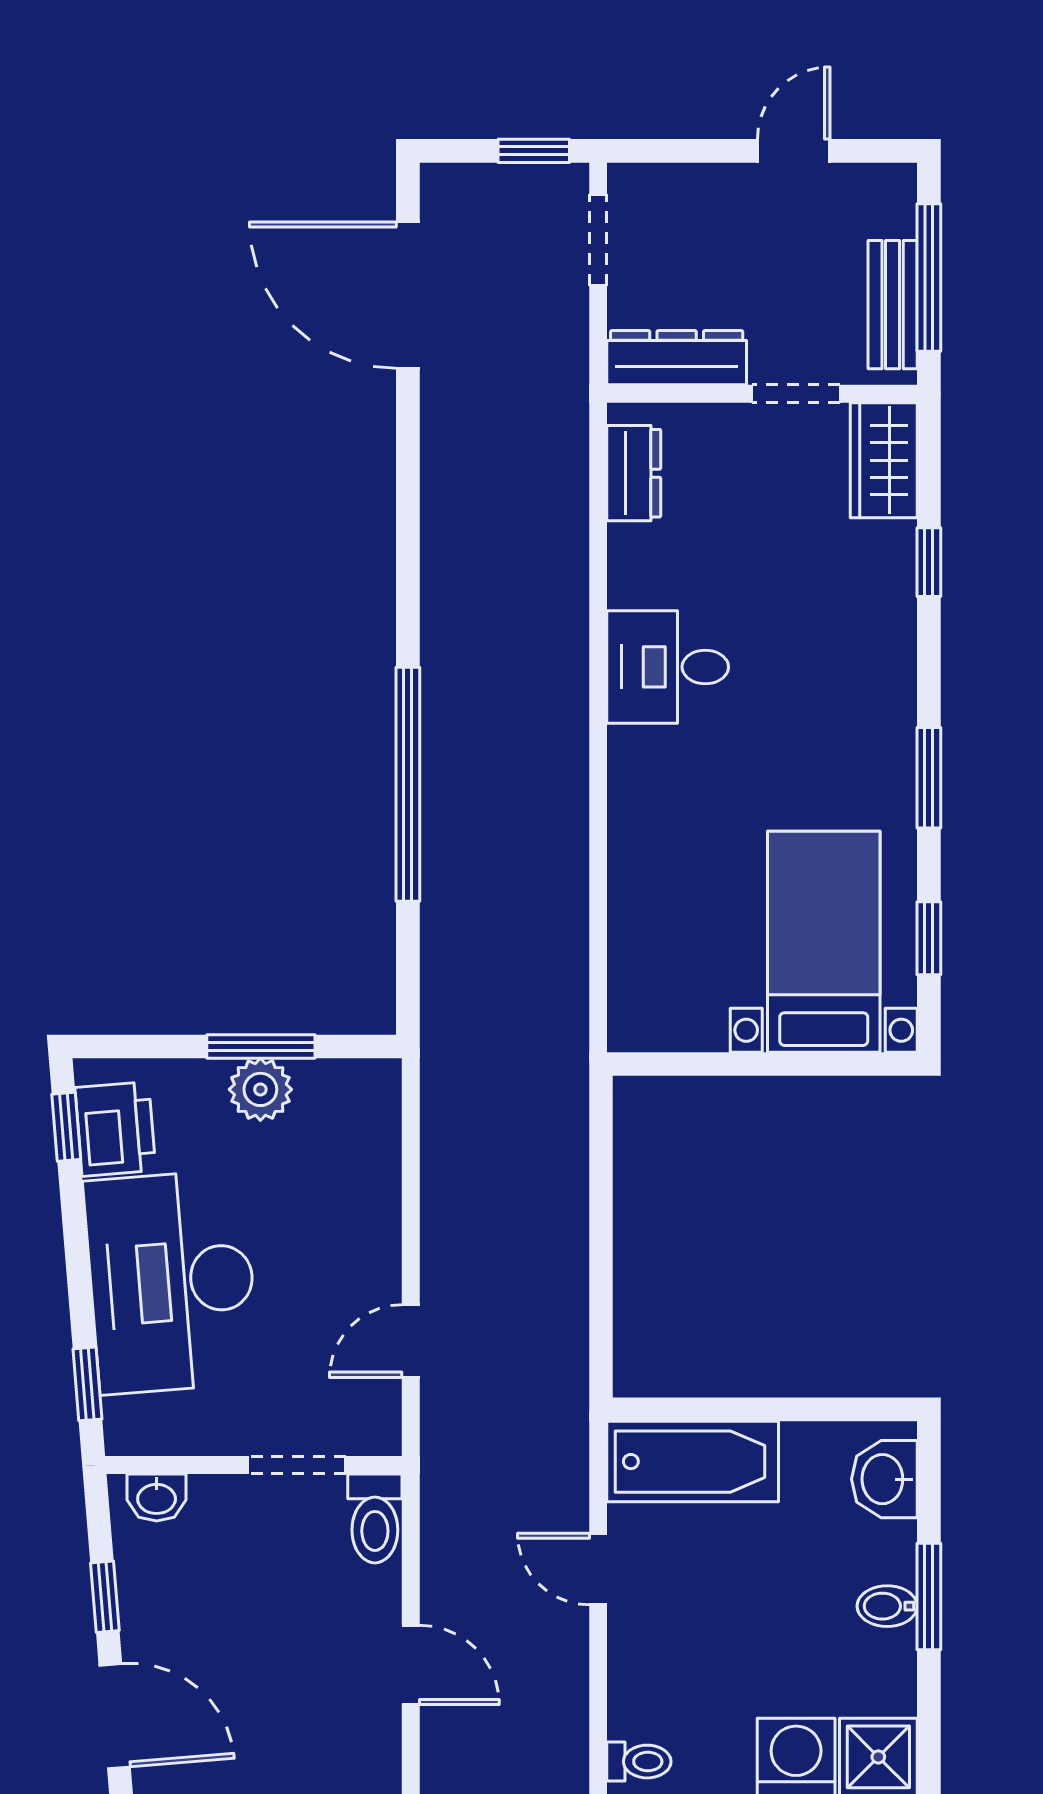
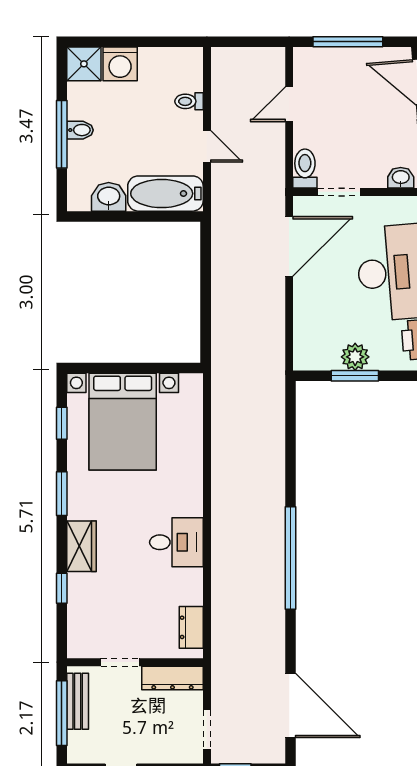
wardrobe: (884, 460) -> (82, 546), moved
window: (408, 784) -> (290, 558), moved
bed with nightstands: (824, 942) -> (123, 422), width x1.36
door: (411, 1341) -> (289, 246), width x1.88
washbasin: (884, 1479) -> (109, 197), moved, turned -90
window: (929, 1596) -> (62, 134), width x1.44
door: (411, 1665) -> (289, 104), hinge flipped
toilet: (639, 1762) -> (189, 101), moved

